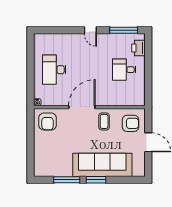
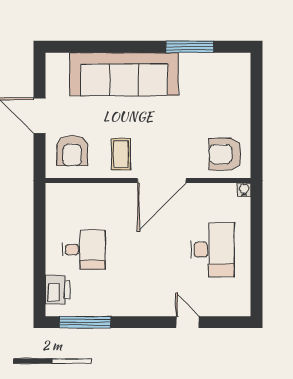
door: (90, 30) -> (188, 322), moved
armchair: (48, 121) -> (225, 154), turned -90
armchair: (130, 123) -> (72, 151), turned -90
window: (96, 180) -> (136, 47), removed

